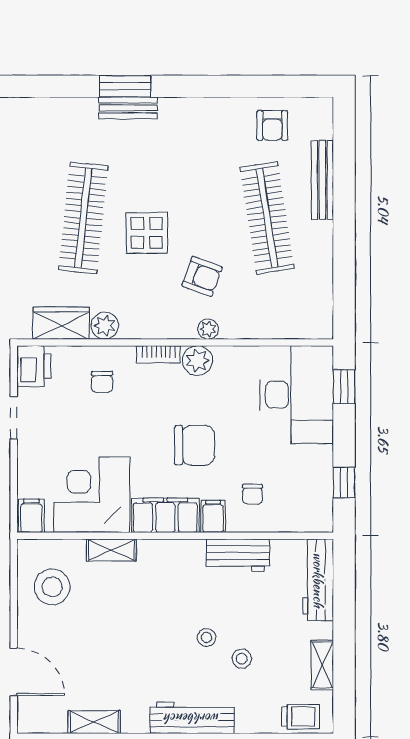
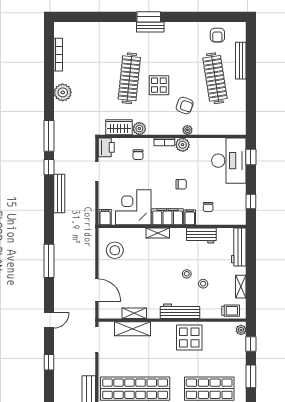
chair: (195, 445) -> (181, 184), width x0.54, depth x0.54
shelving: (111, 550) -> (158, 233), moved

